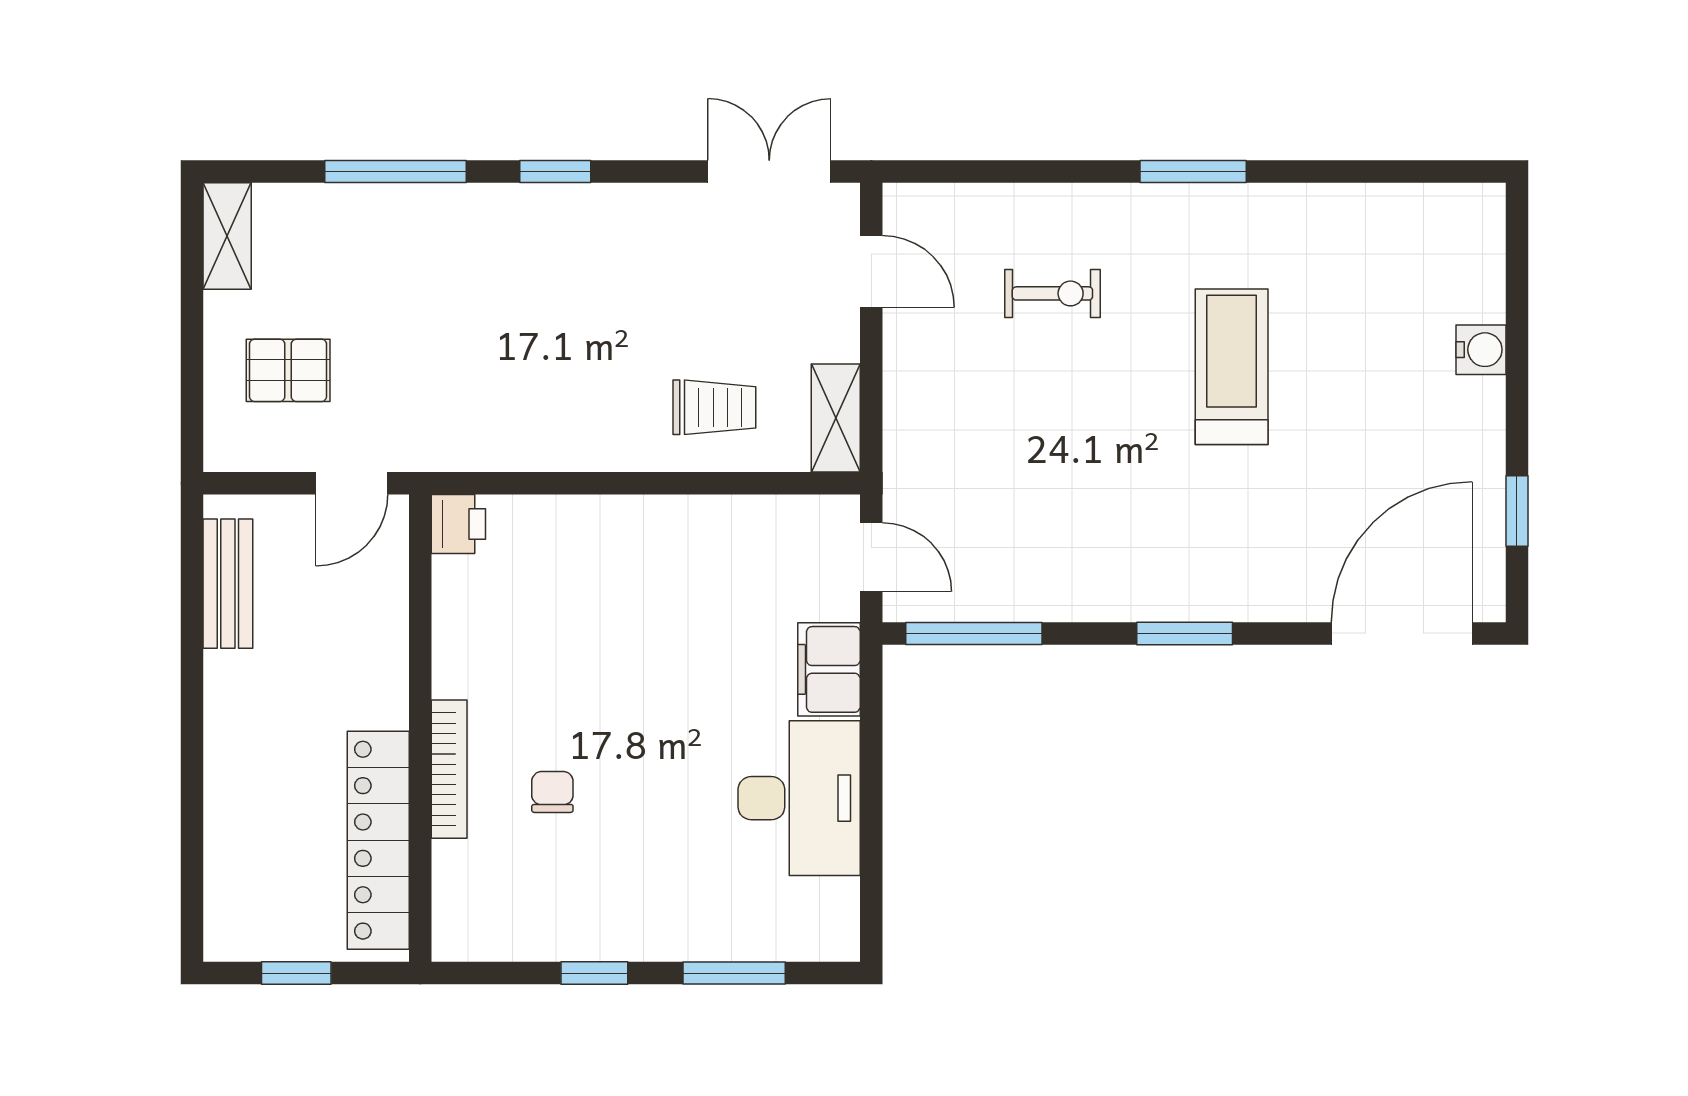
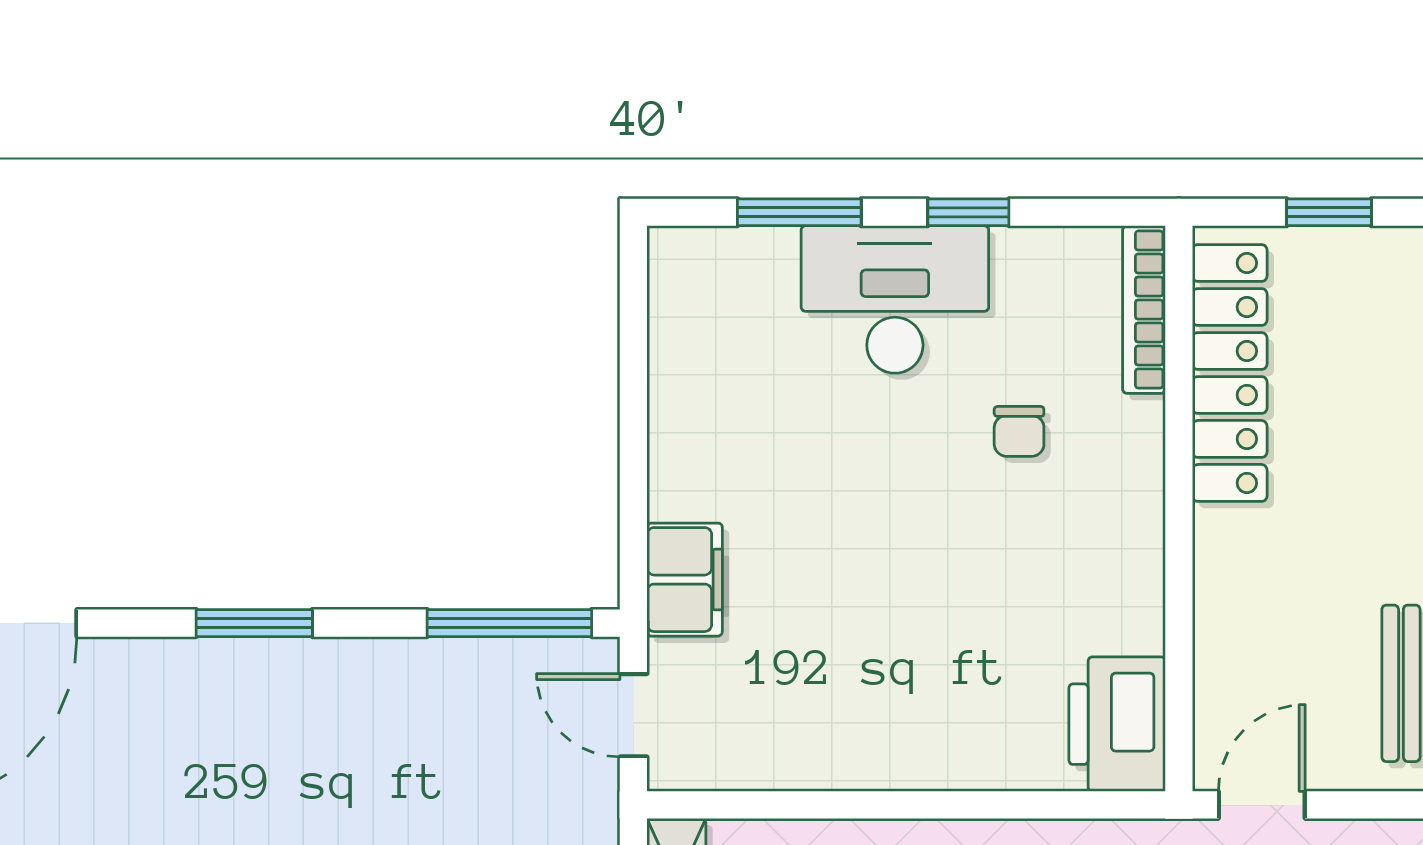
printer: (458, 524) -> (1117, 724), width x1.87, depth x1.48
bookcase: (449, 769) -> (1144, 310), moved
desk: (799, 798) -> (895, 299), moved, turned 90

